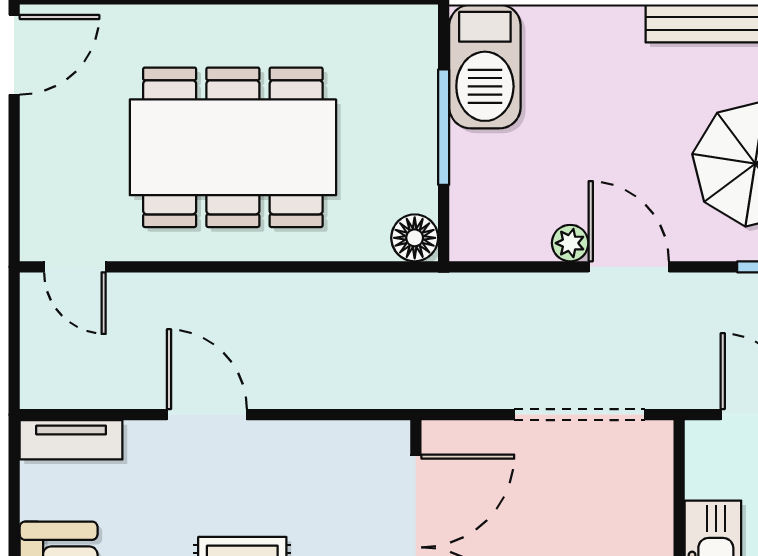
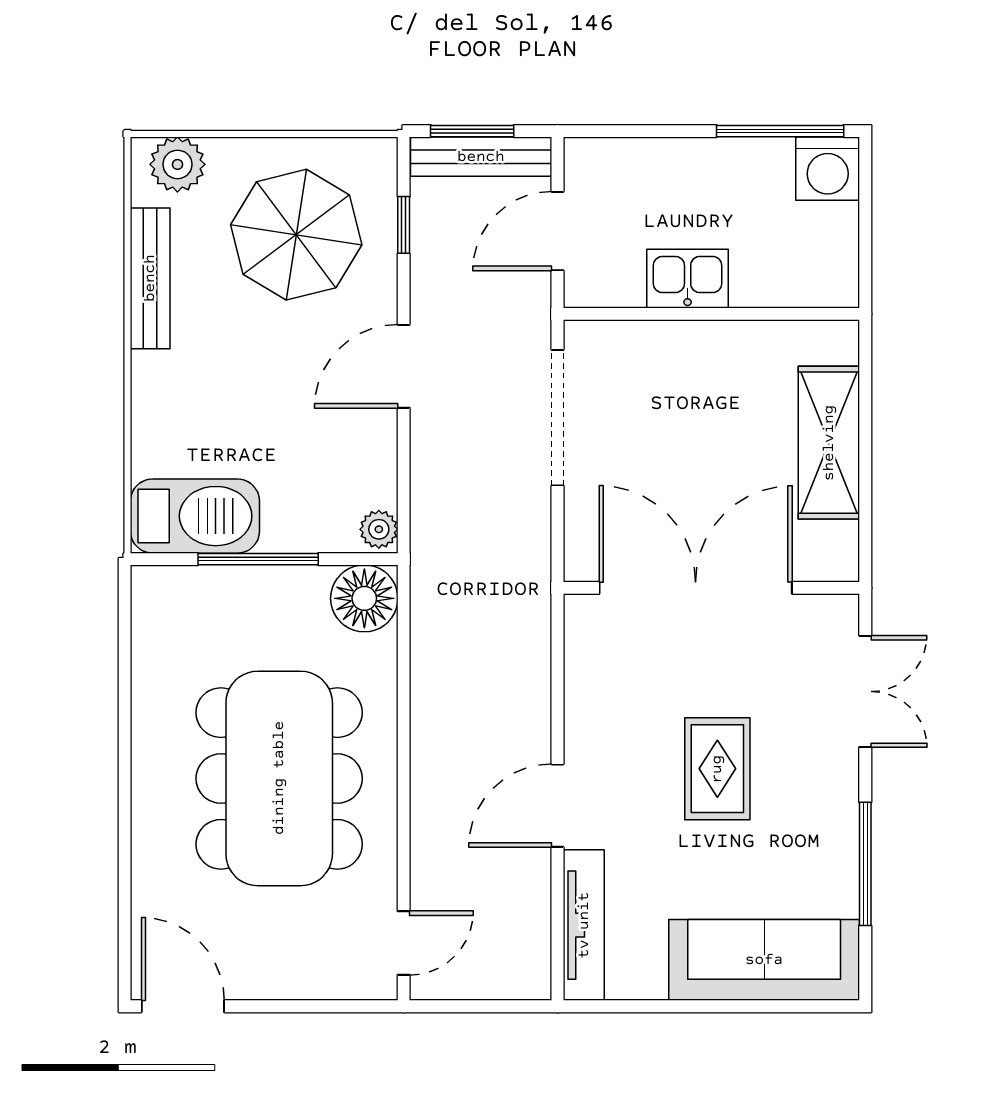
floor lamp: (415, 238) -> (364, 598), width x1.38, depth x1.38
plant: (570, 243) -> (379, 529), moved
tv unit: (71, 440) -> (584, 925), width x1.41

